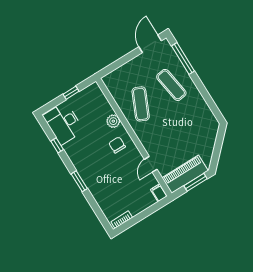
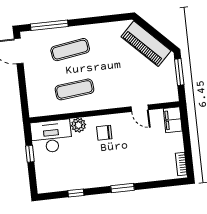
exercise mat: (141, 104) -> (74, 89), turned -30
desk: (63, 123) -> (51, 136), moved, turned 180
piano: (185, 174) -> (146, 44), moved, turned -45
filing cabinet: (159, 193) -> (173, 120), width x2.00

